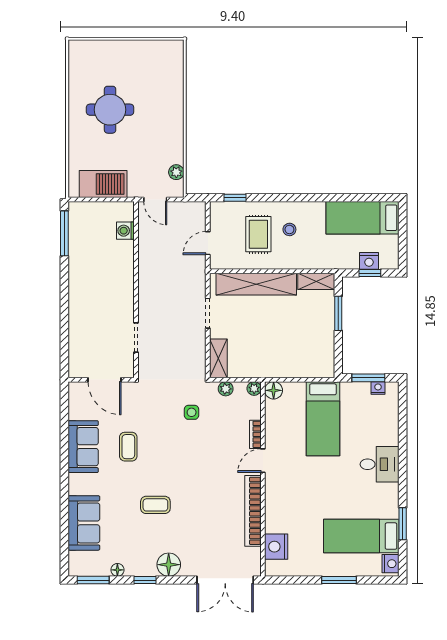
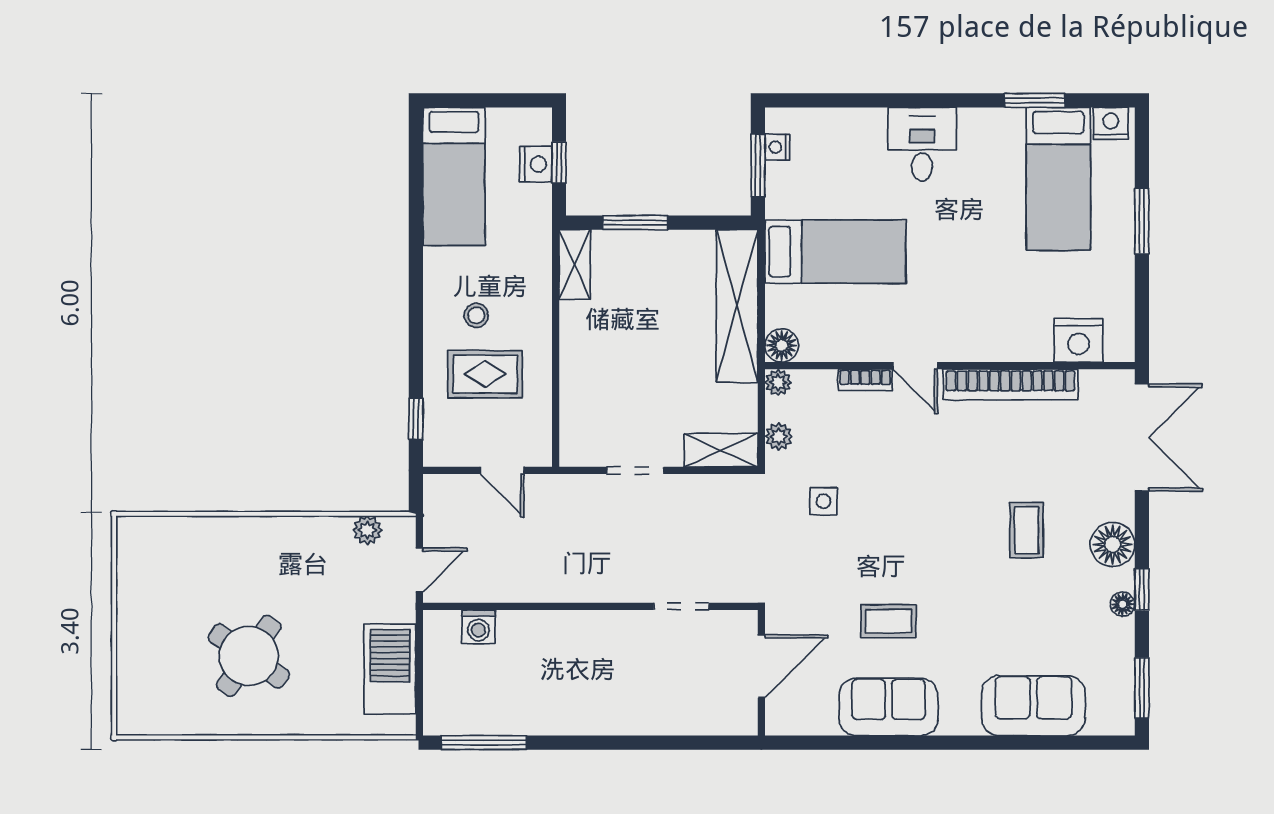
round table: (110, 110) -> (249, 656), turned 35
shelving: (256, 284) -> (737, 306), moved
coffee table: (155, 505) -> (1026, 530), moved
floor lamp: (117, 570) -> (1123, 604), moved

